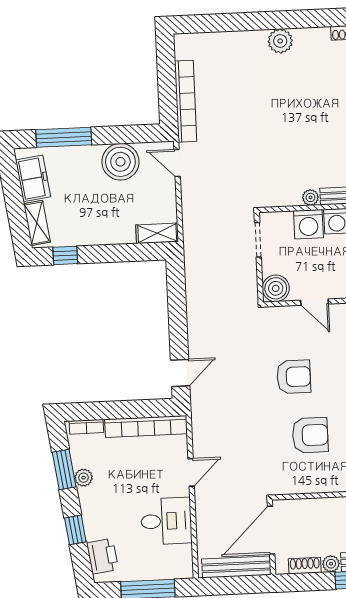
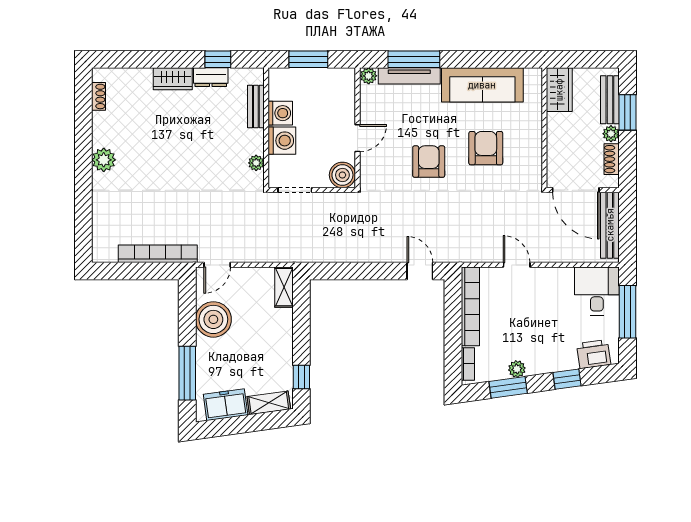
plant: (310, 197) -> (256, 163), moved
desk: (166, 521) -> (597, 291), moved

